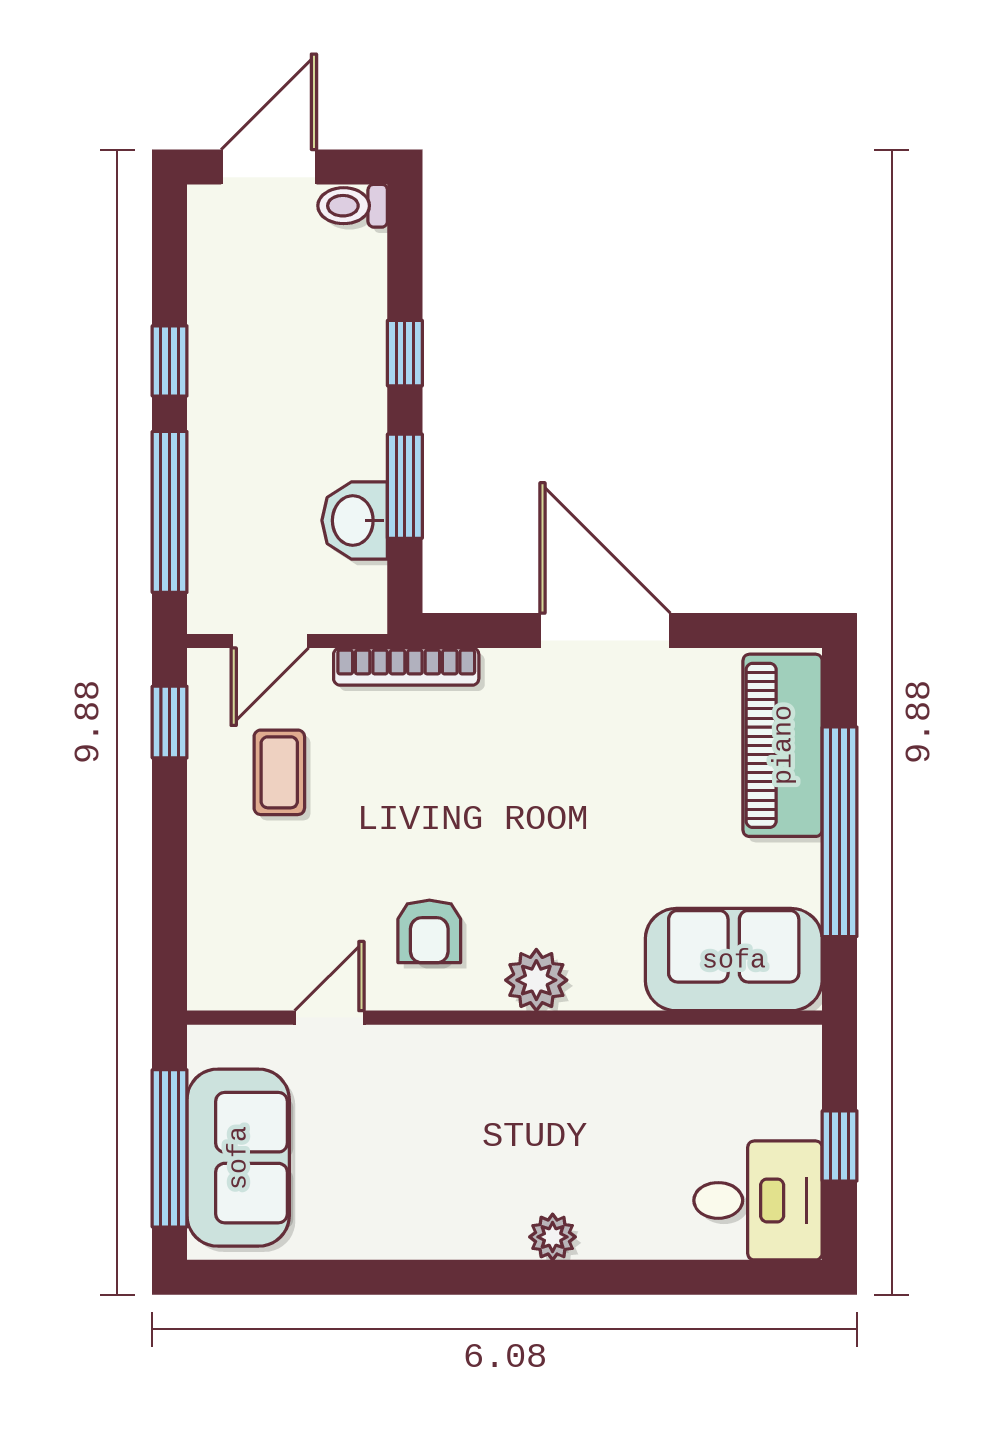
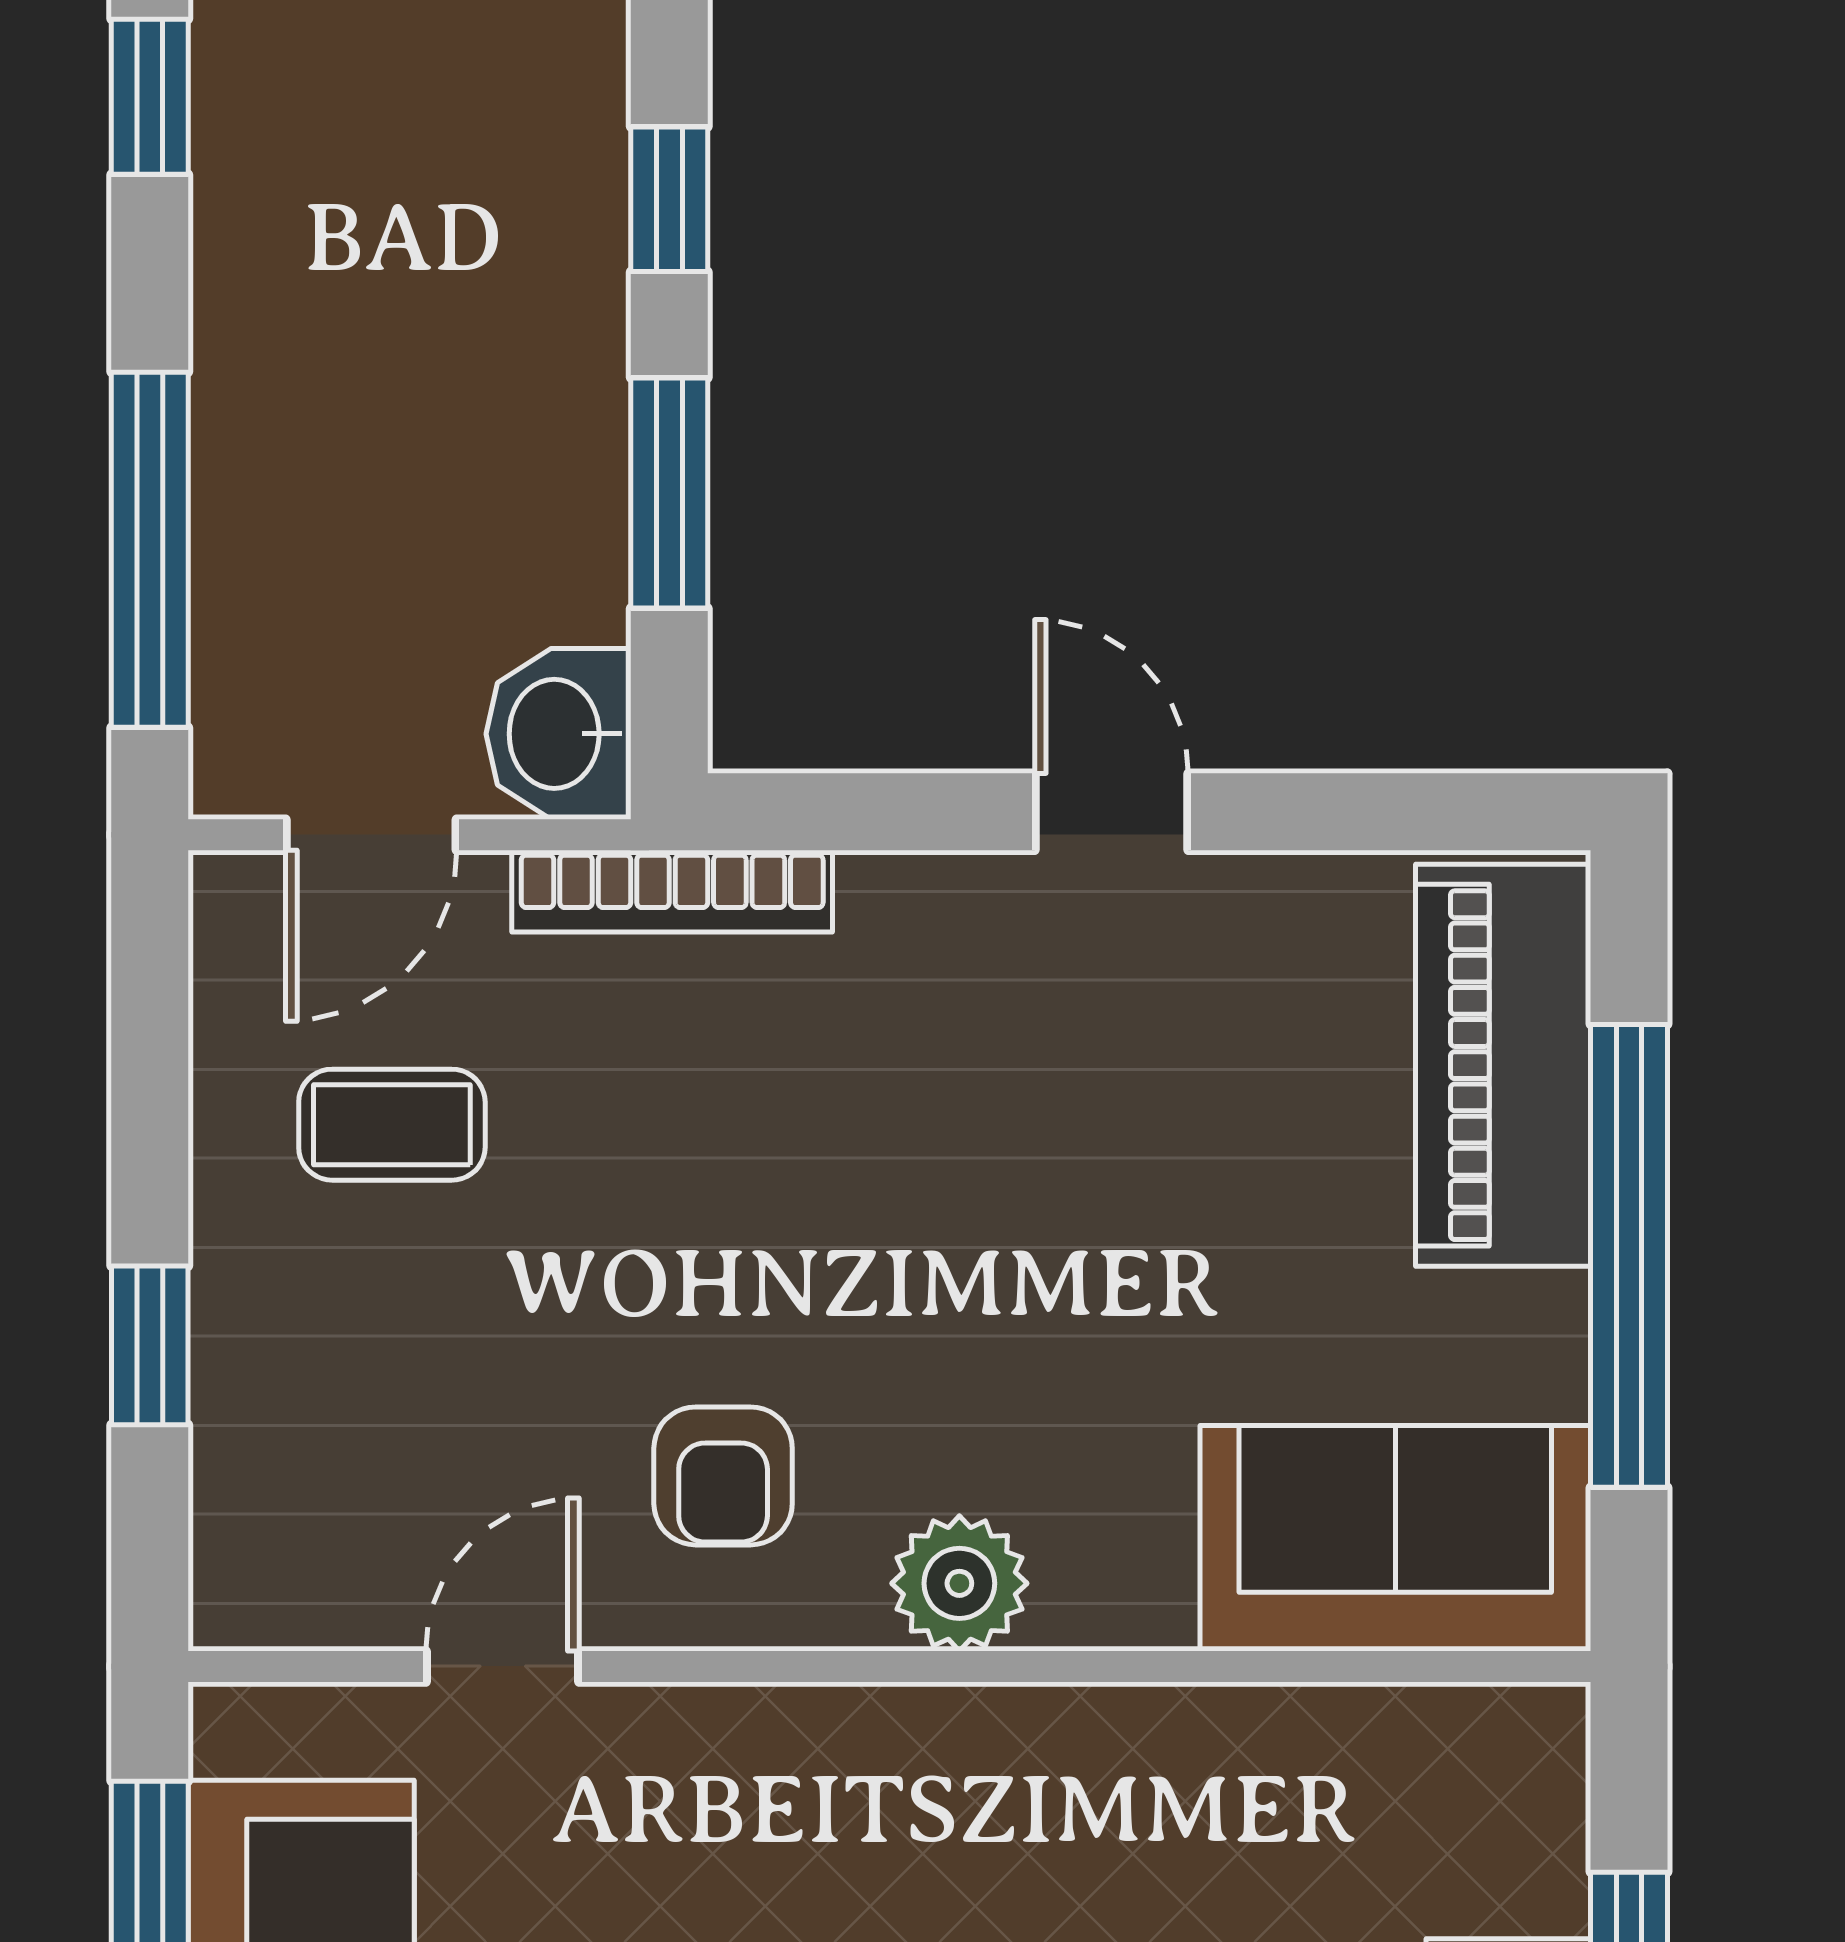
window: (170, 361) -> (150, 97), moved
washbasin: (355, 520) -> (558, 734), moved
door: (605, 631) -> (1111, 812), width x0.53
window: (170, 722) -> (150, 1345), moved
coffee table: (279, 772) -> (392, 1125), turned 90

